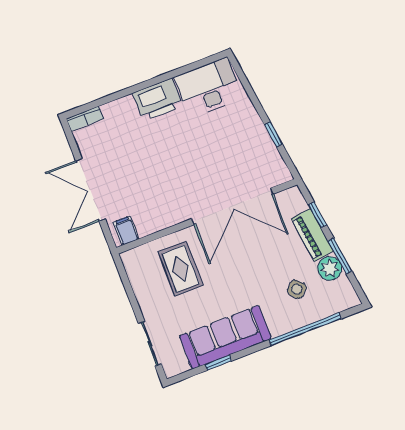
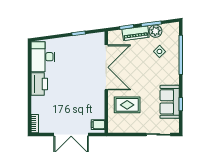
sofa: (225, 337) -> (170, 102), width x0.73

